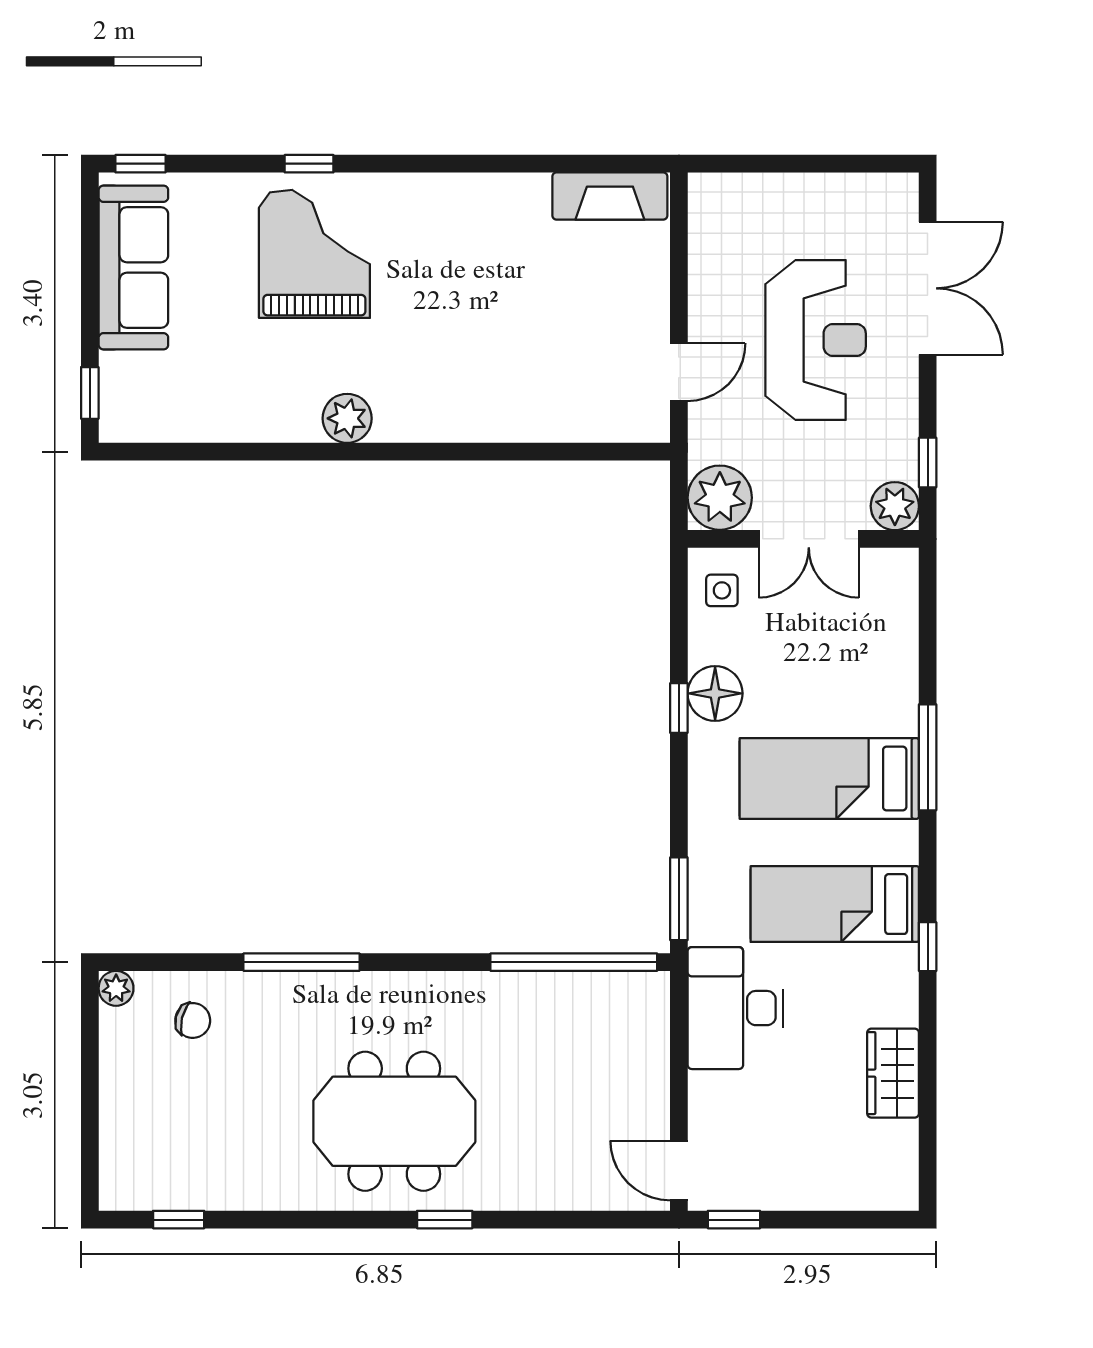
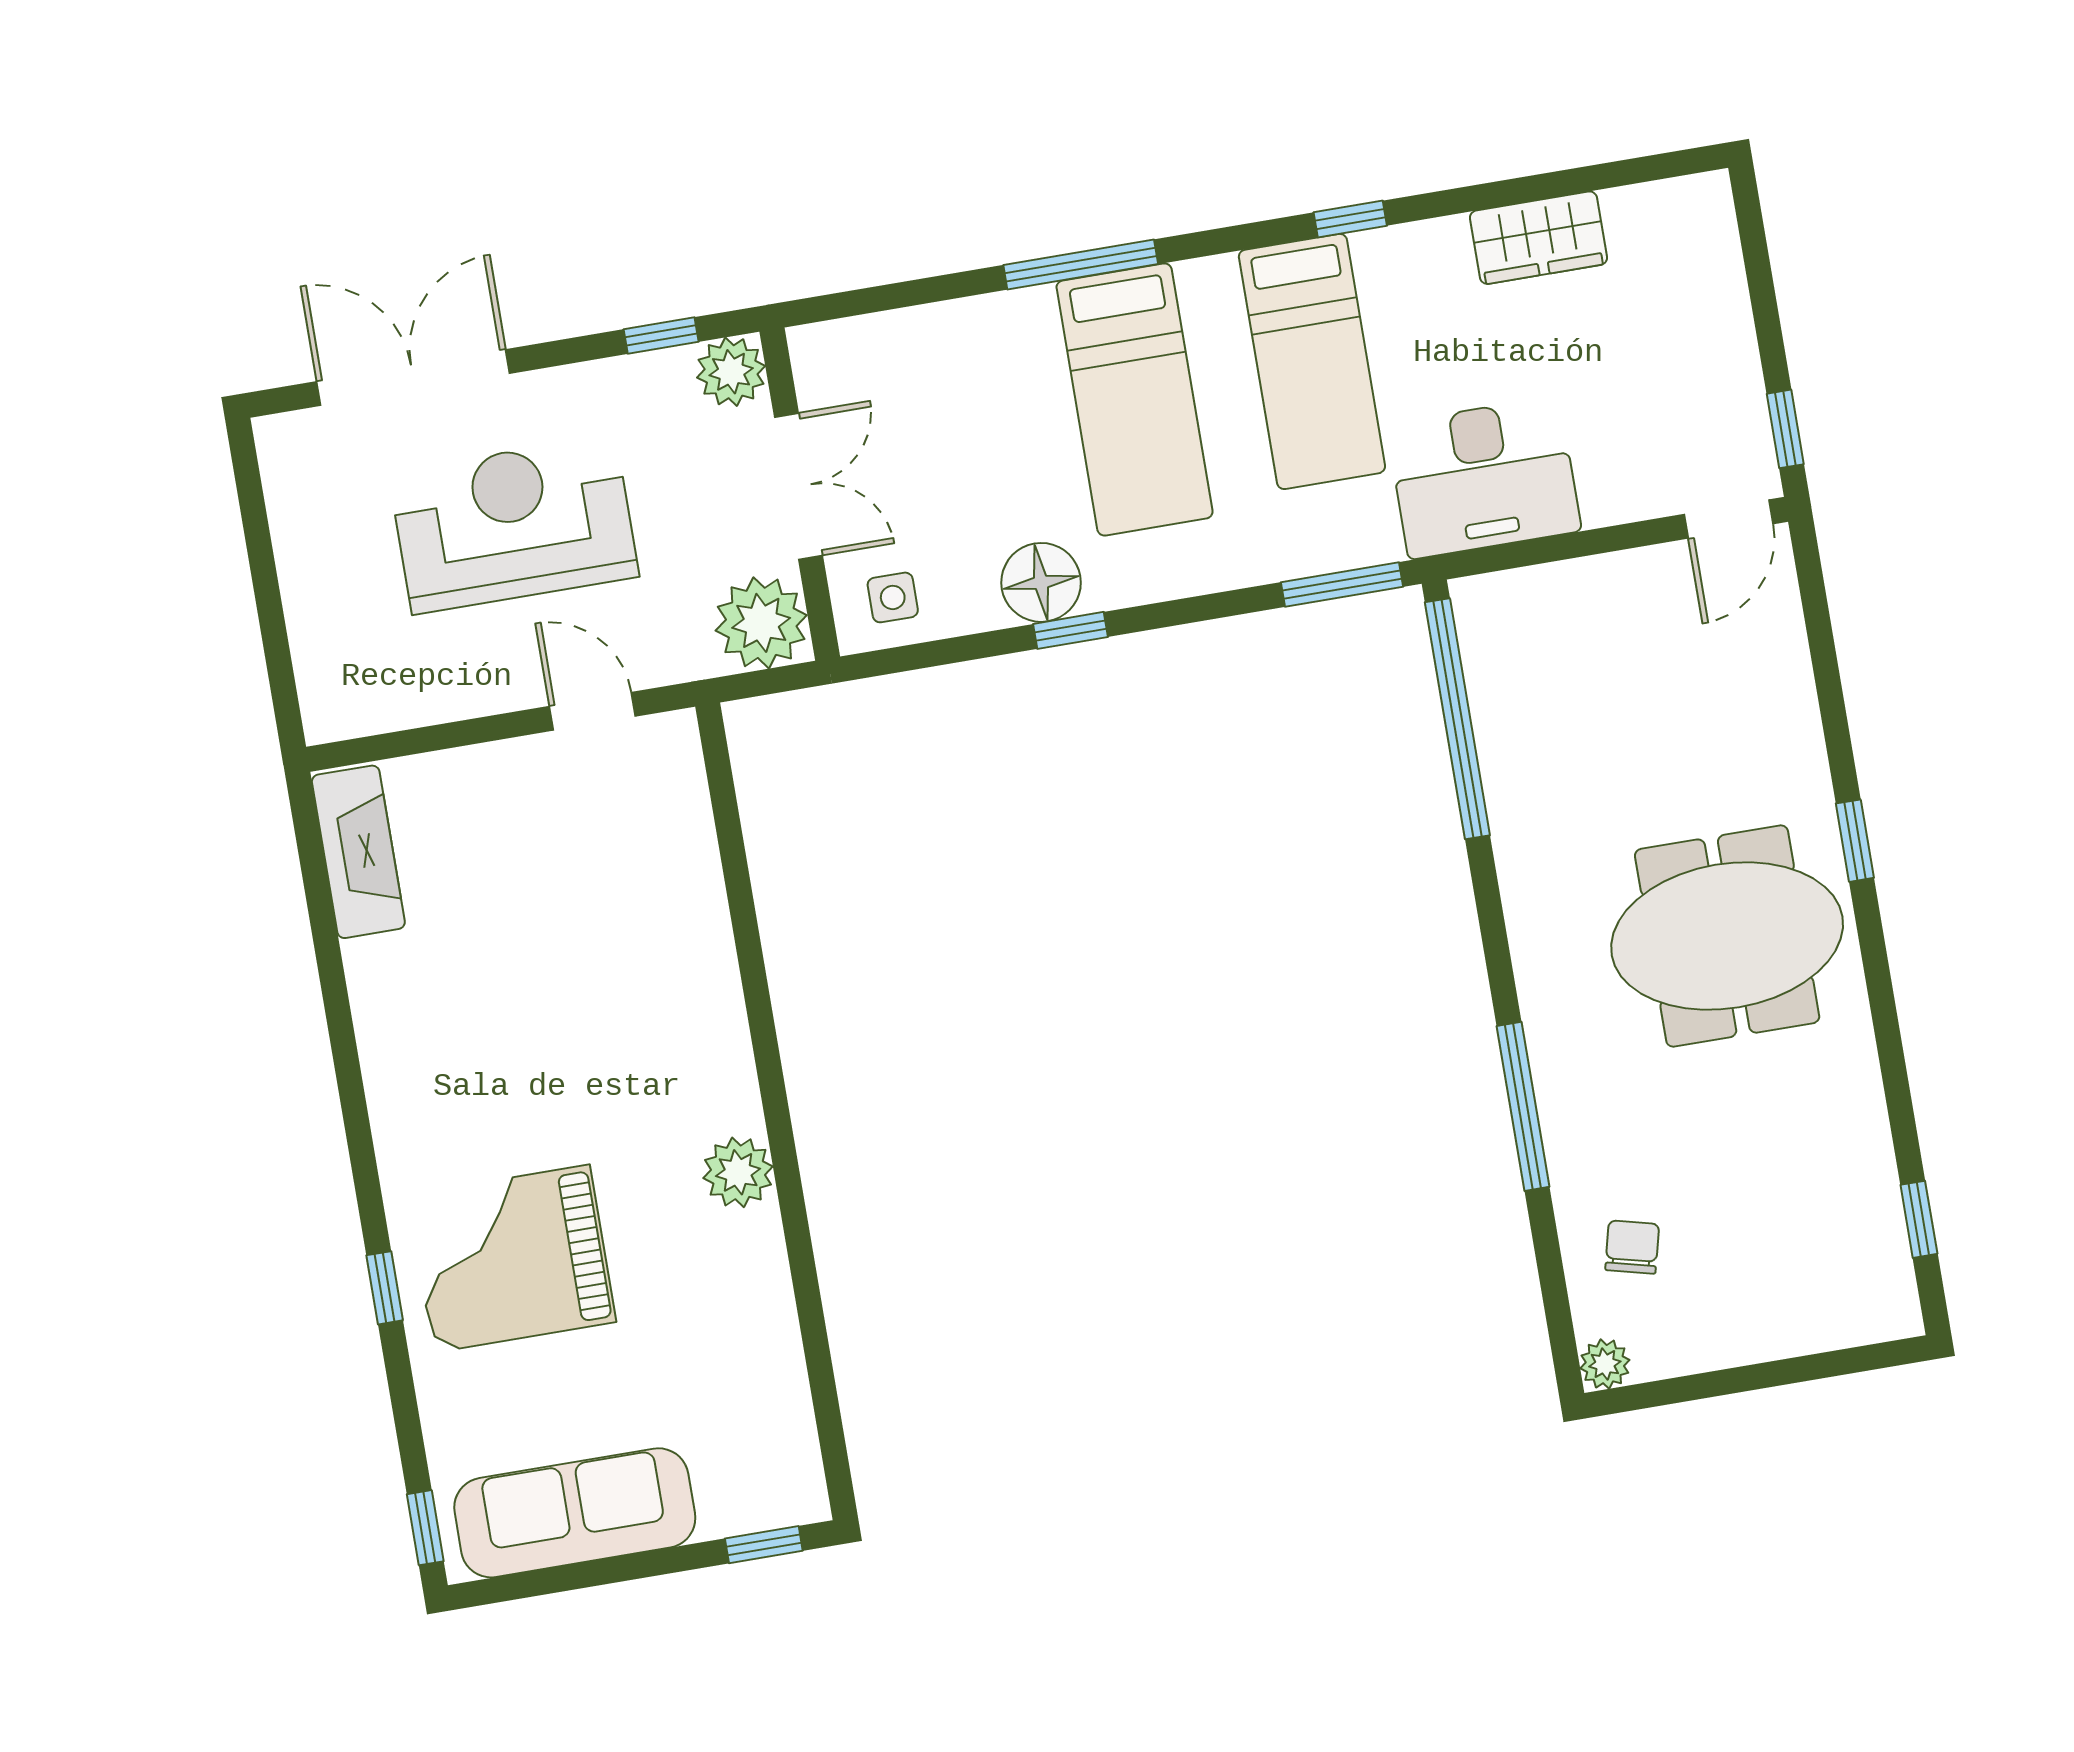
meeting table: (394, 1121) -> (1727, 936), turned 90

